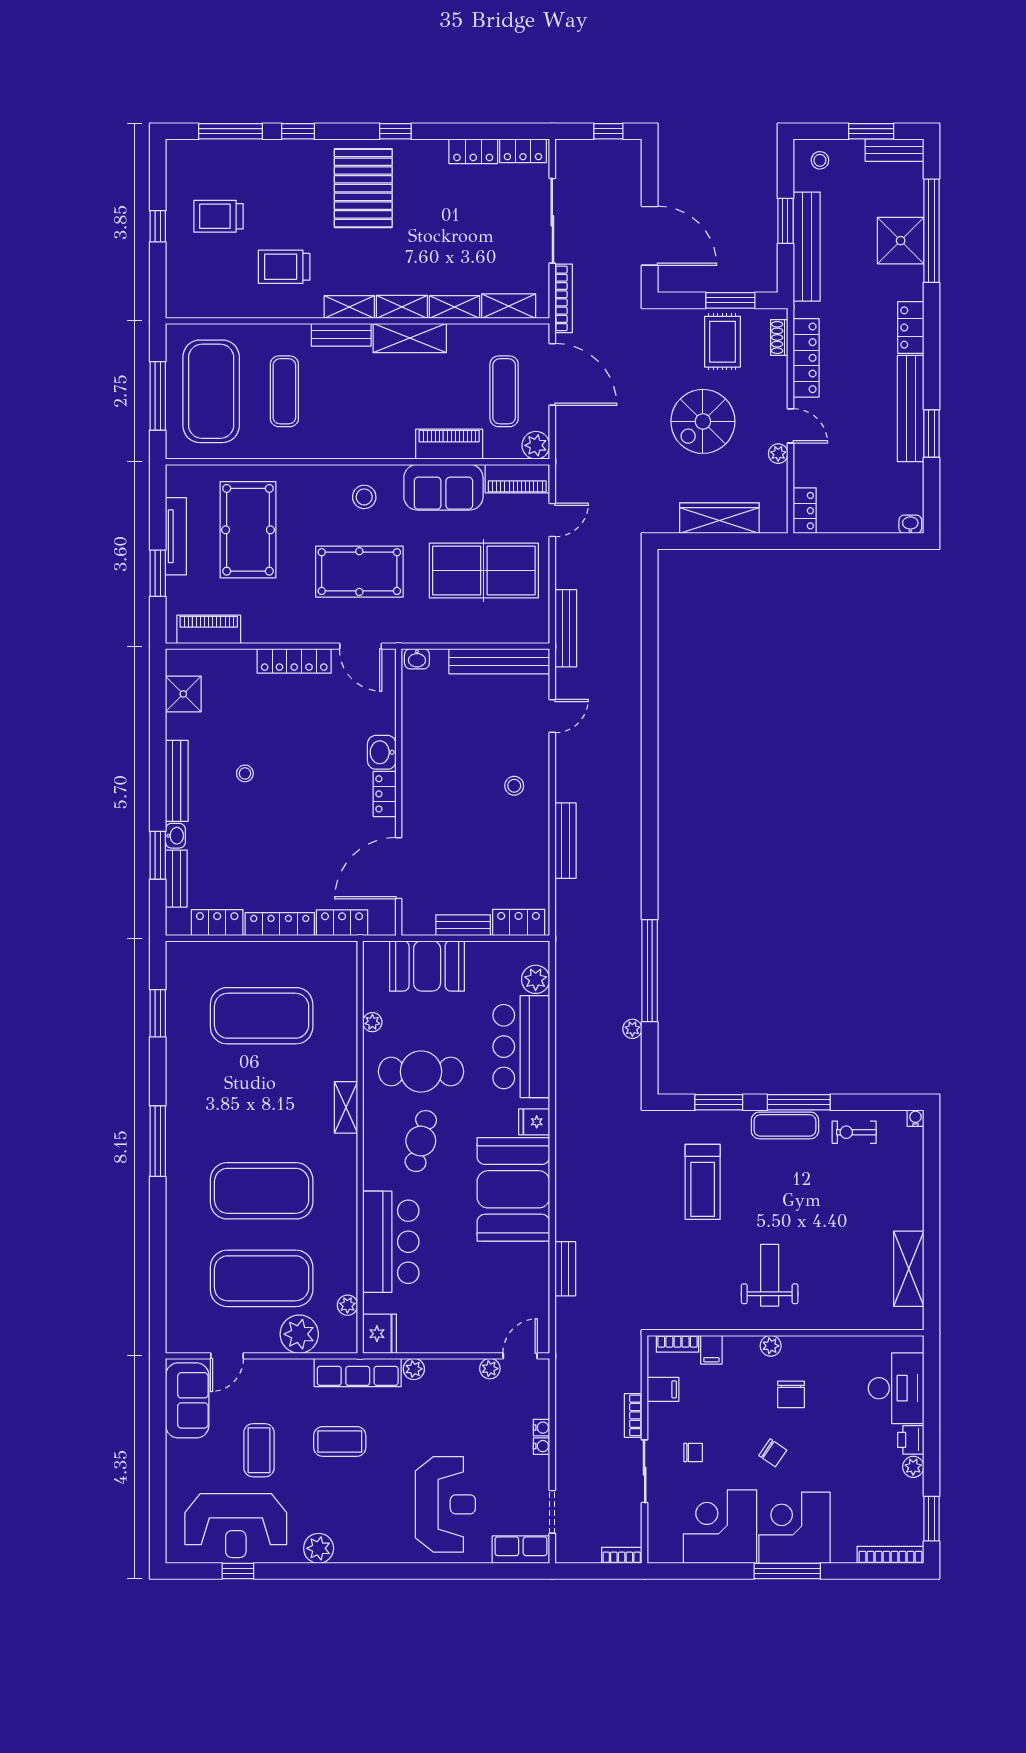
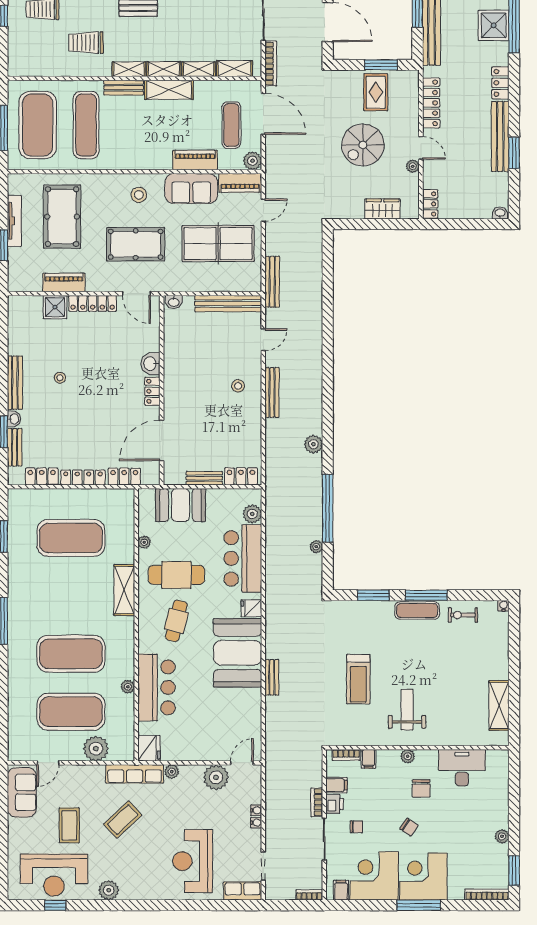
shoe rack: (779, 337) -> (413, 89), removed
exercise mat: (284, 391) -> (86, 125), width x1.36, depth x1.45
wardrobe: (719, 518) -> (382, 209), width x0.67
piano: (209, 629) -> (64, 282), moved
shower: (183, 694) -> (55, 307), moved
bench: (565, 841) -> (272, 392), moved
plant: (628, 874) -> (313, 444), added
shelving: (346, 1107) -> (124, 590), width x1.50, depth x1.33
treadmill: (703, 1182) -> (358, 679), moved
bench: (565, 1269) -> (272, 677), moved
plant: (347, 1305) -> (128, 687), moved
plant: (490, 1369) -> (216, 777), width x1.87, depth x1.87
desk: (896, 1388) -> (462, 768), moved, turned -90
printer: (911, 1440) -> (335, 804), moved, turned 180
coffee table: (340, 1441) -> (123, 820), turned -43
reception desk: (445, 1504) -> (193, 861), turned 180
filing cabinet: (670, 1548) -> (341, 890), added

